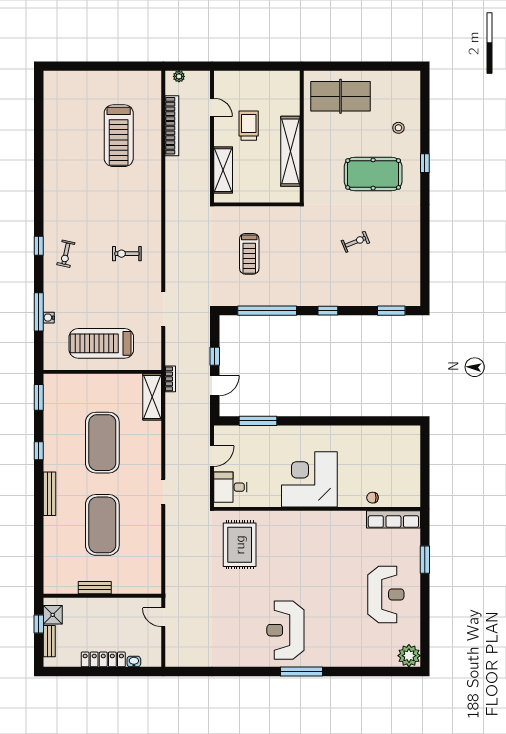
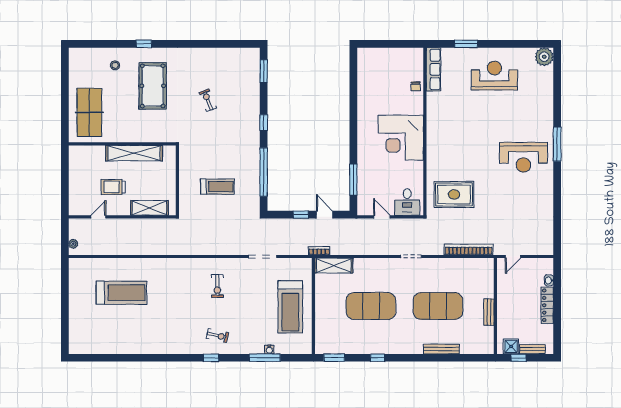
bookcase: (172, 126) -> (468, 249), moved
bench: (49, 494) -> (441, 349), moved

